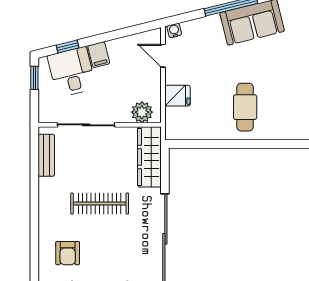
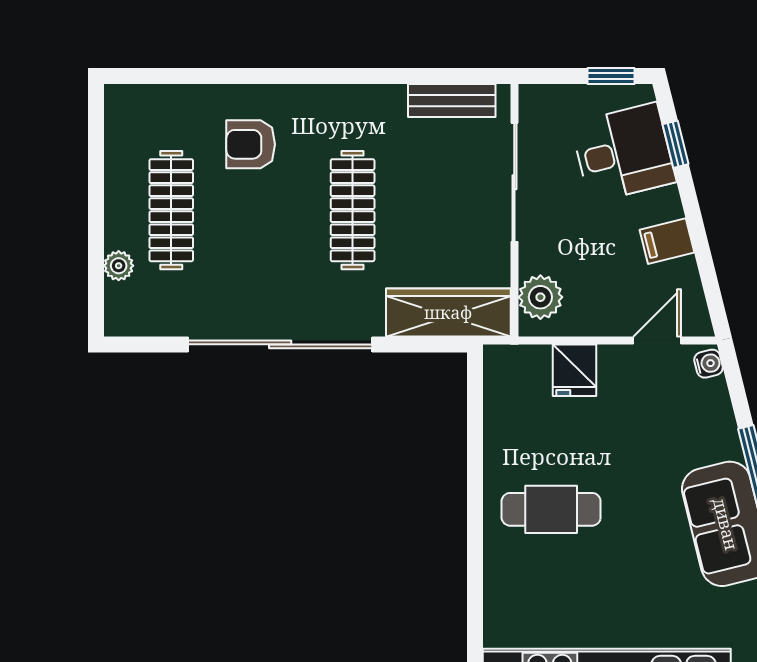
filing cabinet: (99, 55) -> (667, 241), moved

